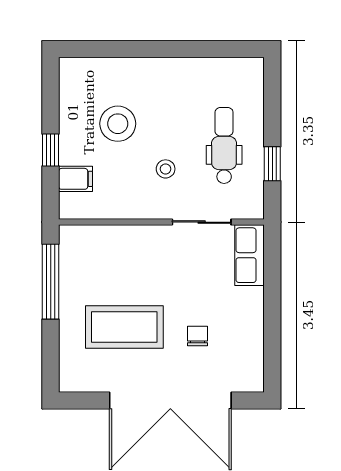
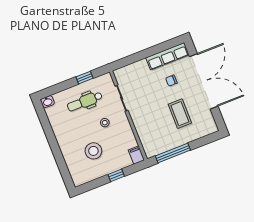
washbasin: (253, 70) -> (47, 102), added
filing cabinet: (75, 179) -> (136, 155), moved
row of seats: (249, 255) -> (167, 56), moved, width x1.48
coffee table: (124, 327) -> (180, 114), width x0.73, depth x0.76

